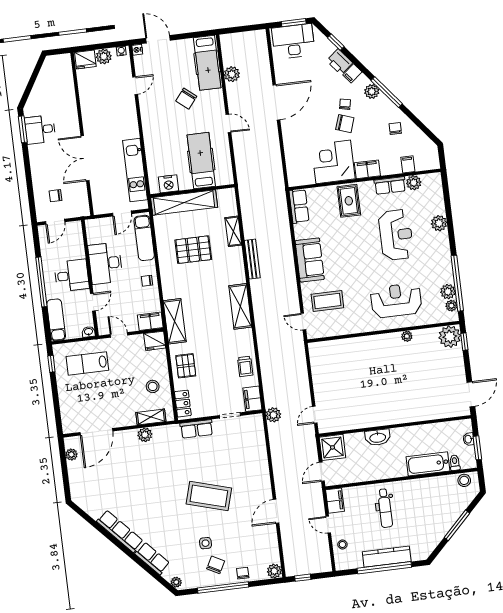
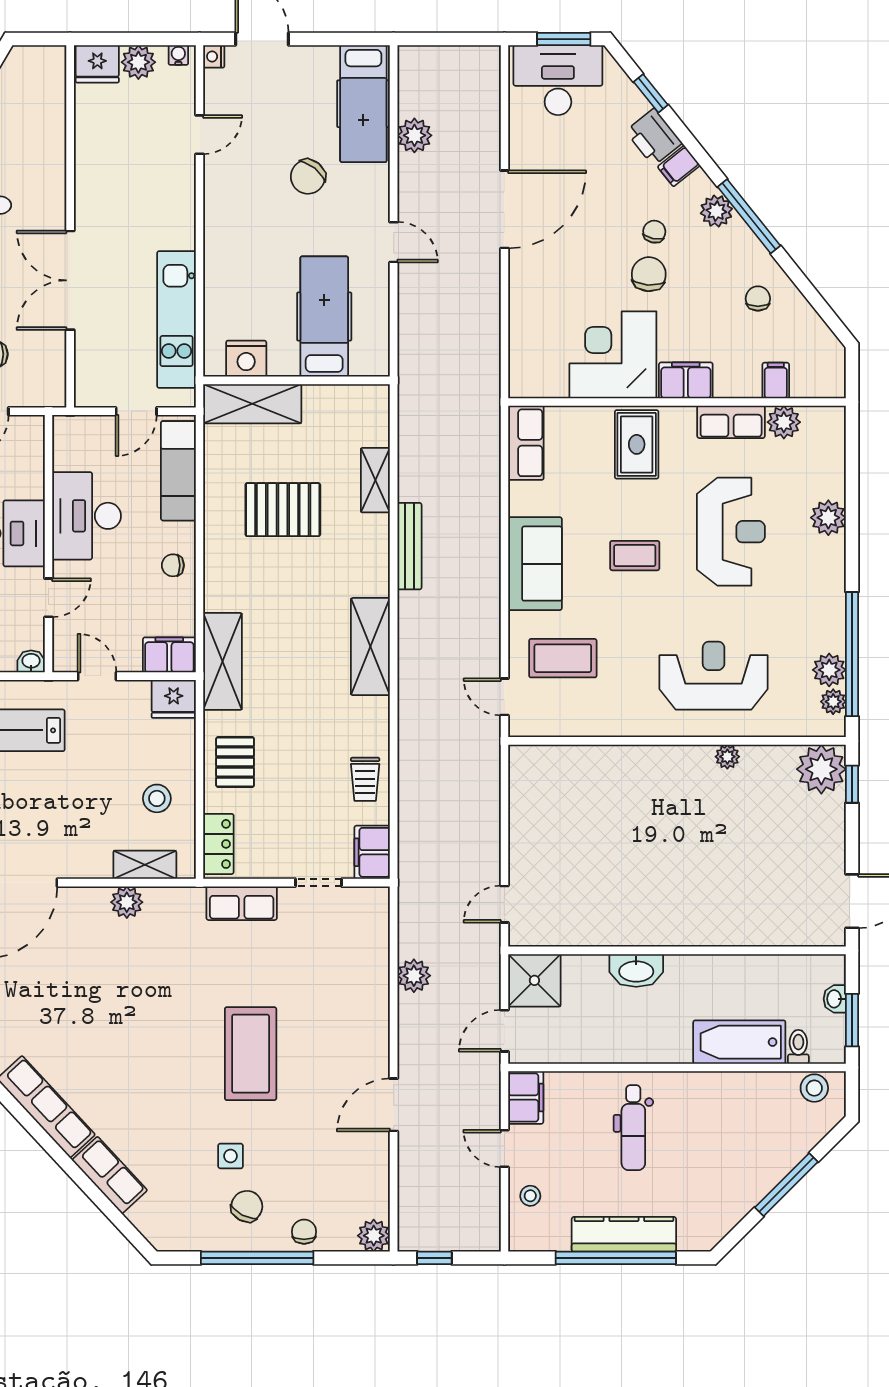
chair: (345, 124) -> (649, 274), turned -105
shelving: (184, 202) -> (252, 404), width x0.68
coffee table: (354, 251) -> (635, 556), added
plant: (273, 415) -> (414, 976), moved
coffee table: (209, 496) -> (251, 1054), turned 74
plant: (176, 582) -> (156, 1234), removed

